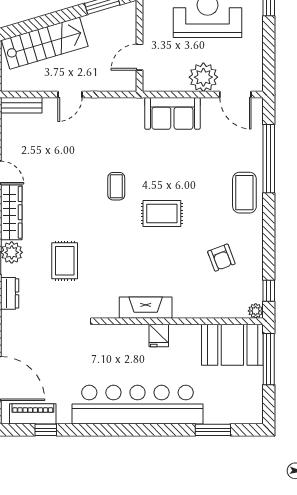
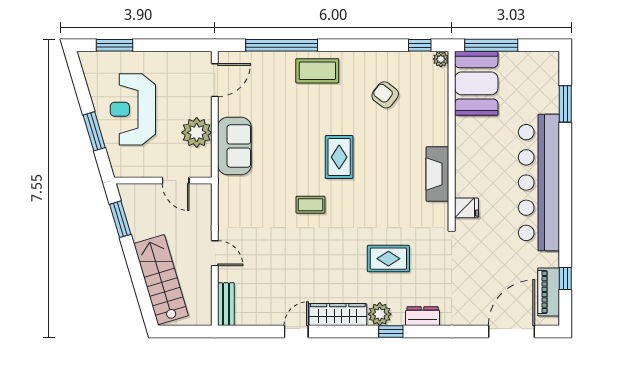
plant: (203, 77) -> (197, 133), moved
armchair: (221, 258) -> (385, 95), turned -121
fridge: (159, 335) -> (467, 208), moved

